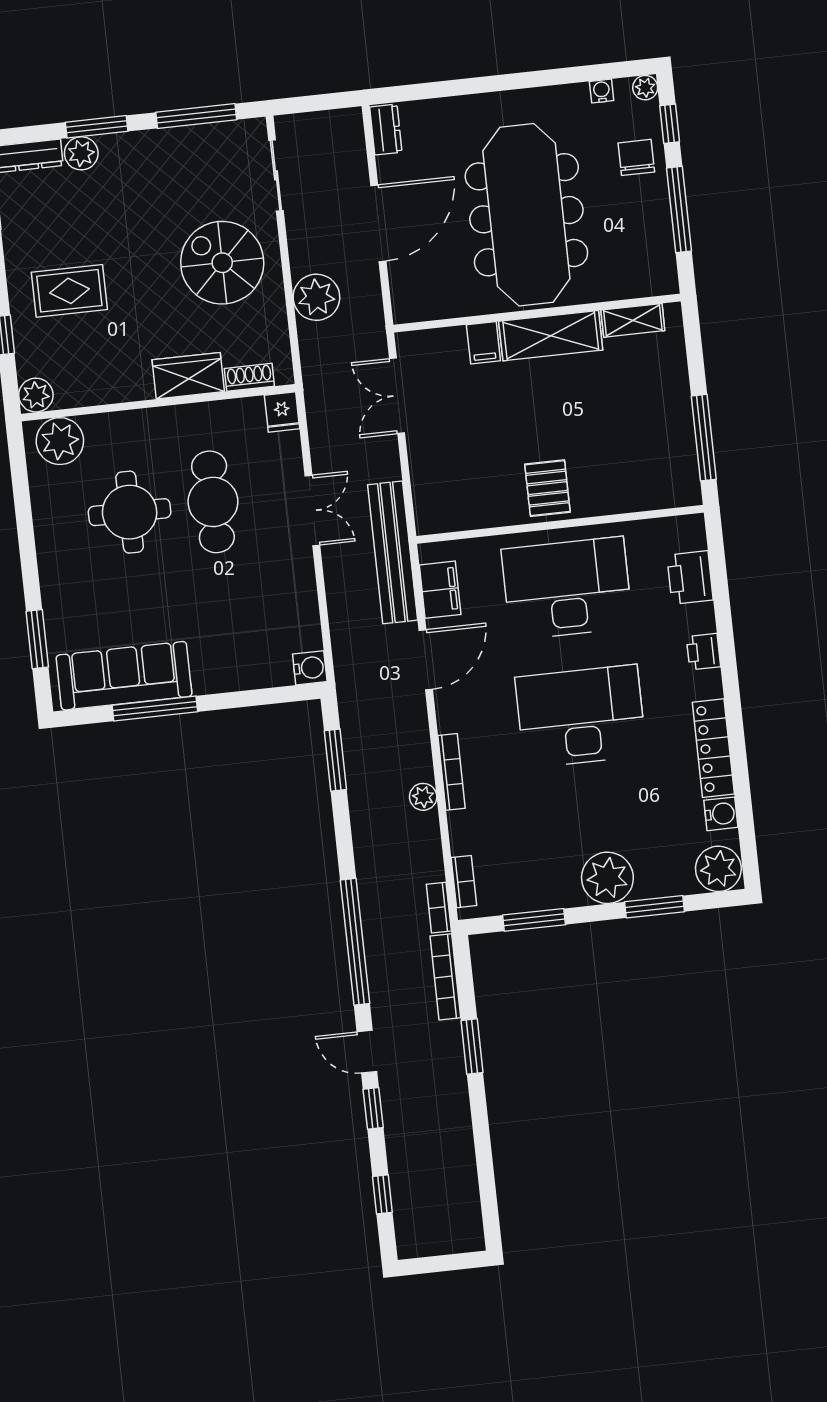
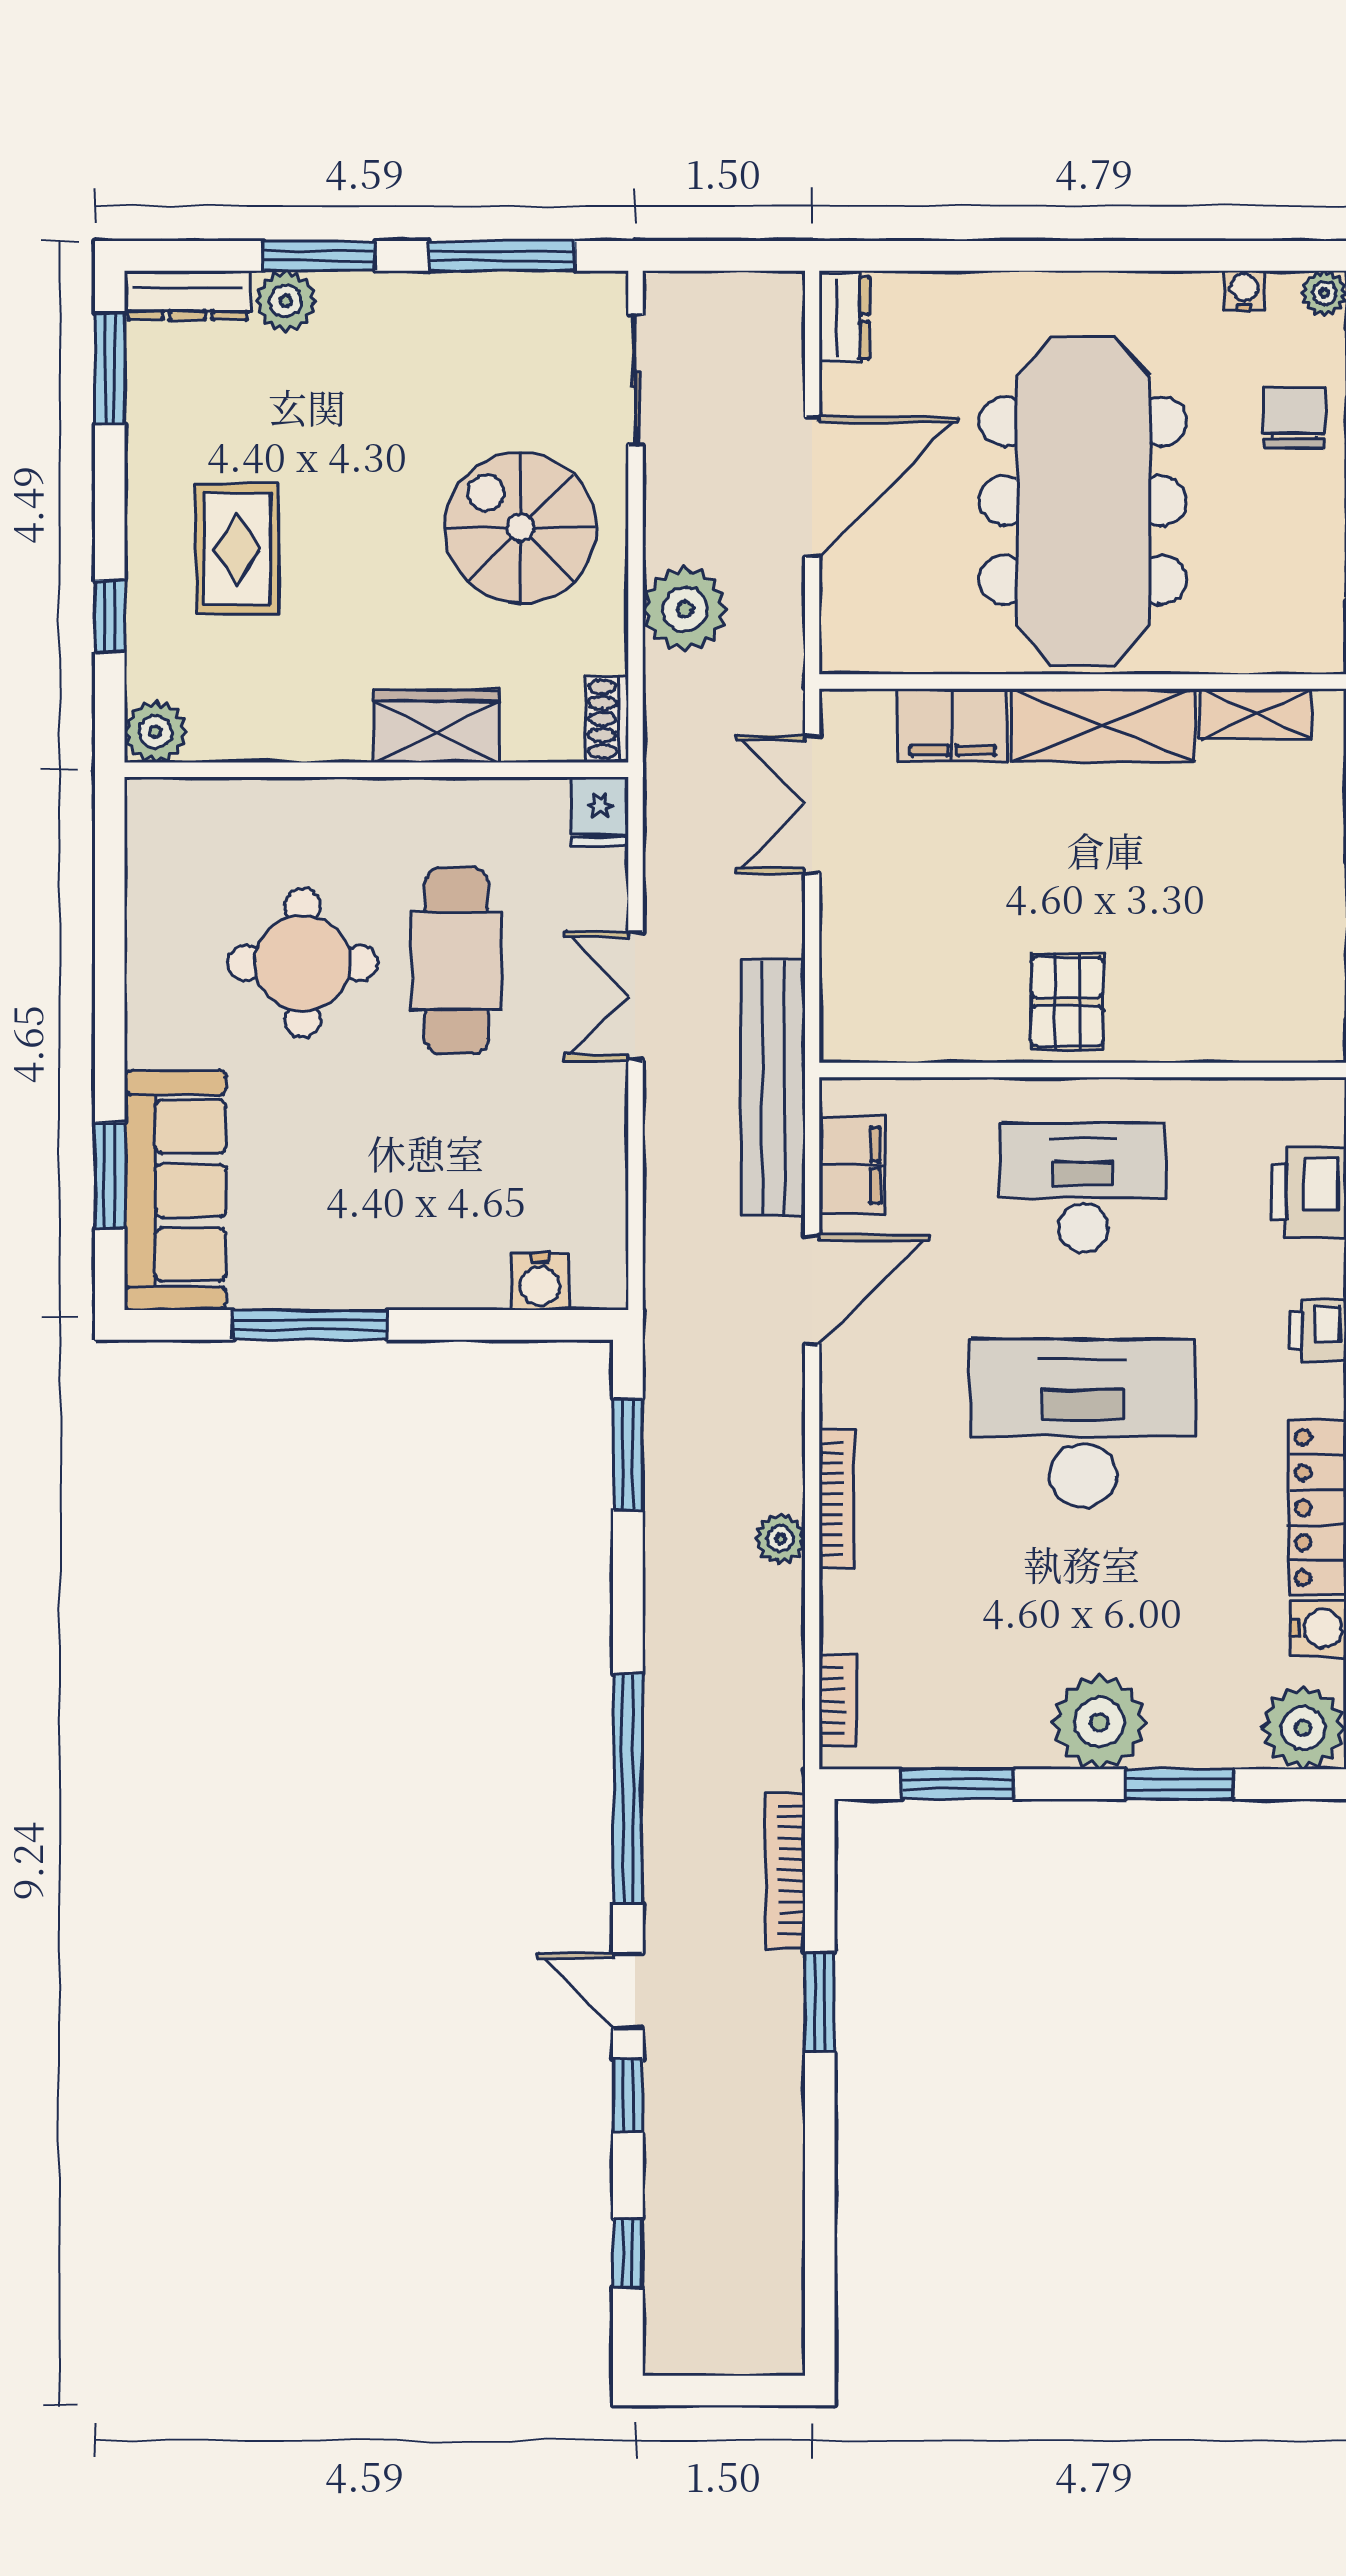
rug: (69, 291) -> (237, 549), turned 90
filing cabinet: (483, 343) -> (952, 725), width x2.00
shoe rack: (249, 377) -> (607, 719), moved, turned -90
plant: (60, 441) -> (190, 820), removed
double door: (312, 510) -> (635, 996), swing flipped
desk: (567, 588) -> (1083, 1188), width x0.73, depth x0.77
water cooler: (310, 668) -> (540, 1282), moved, turned 90
sofa: (124, 676) -> (175, 1191), moved, turned 90
bookcase: (439, 908) -> (787, 1743), removed

